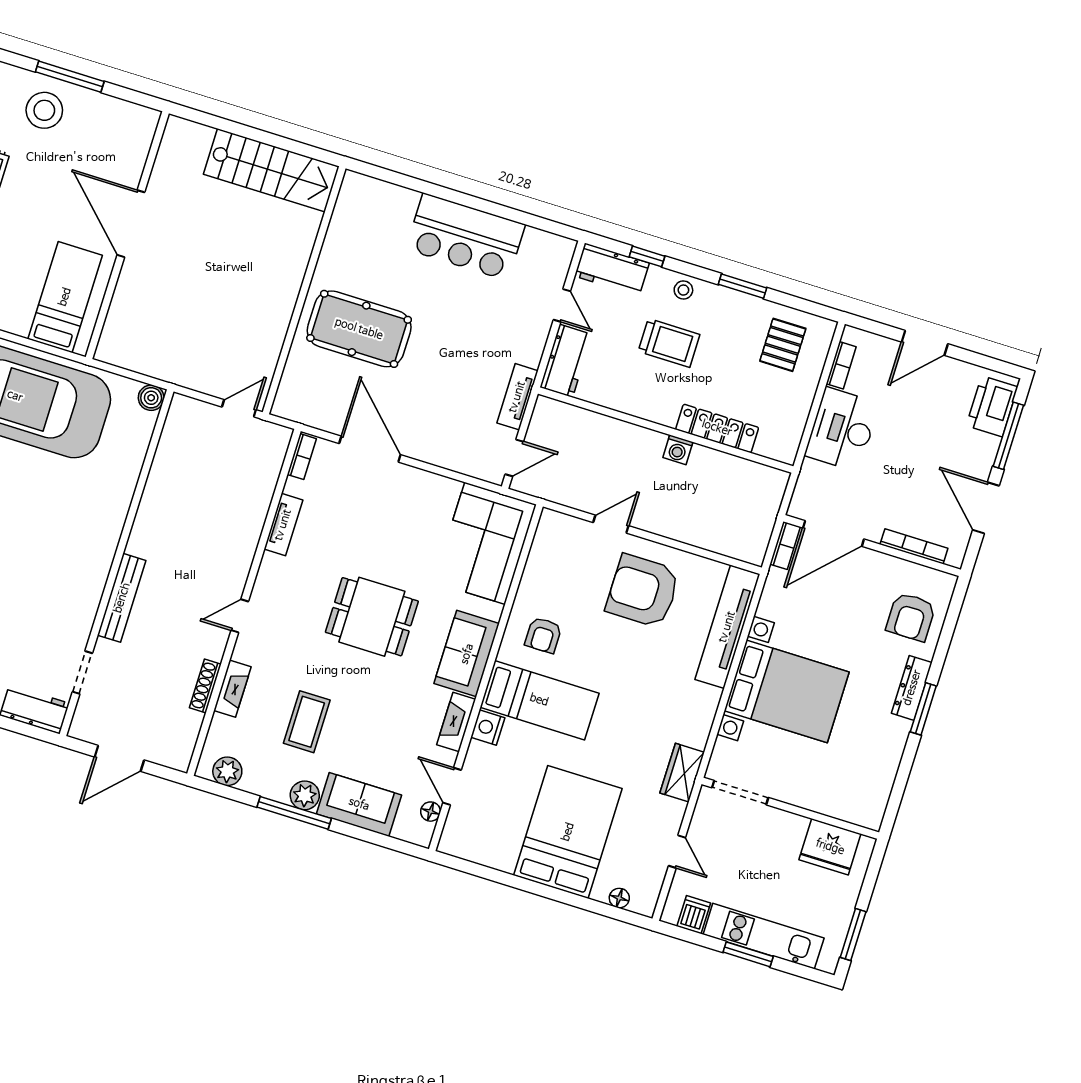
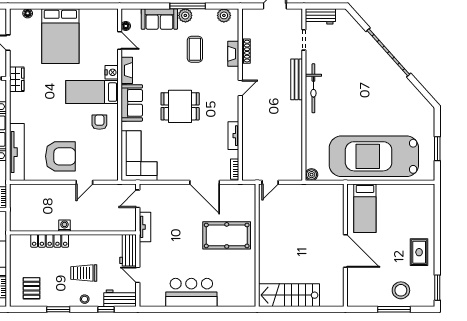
bicycle: (93, 570) -> (313, 88), added

